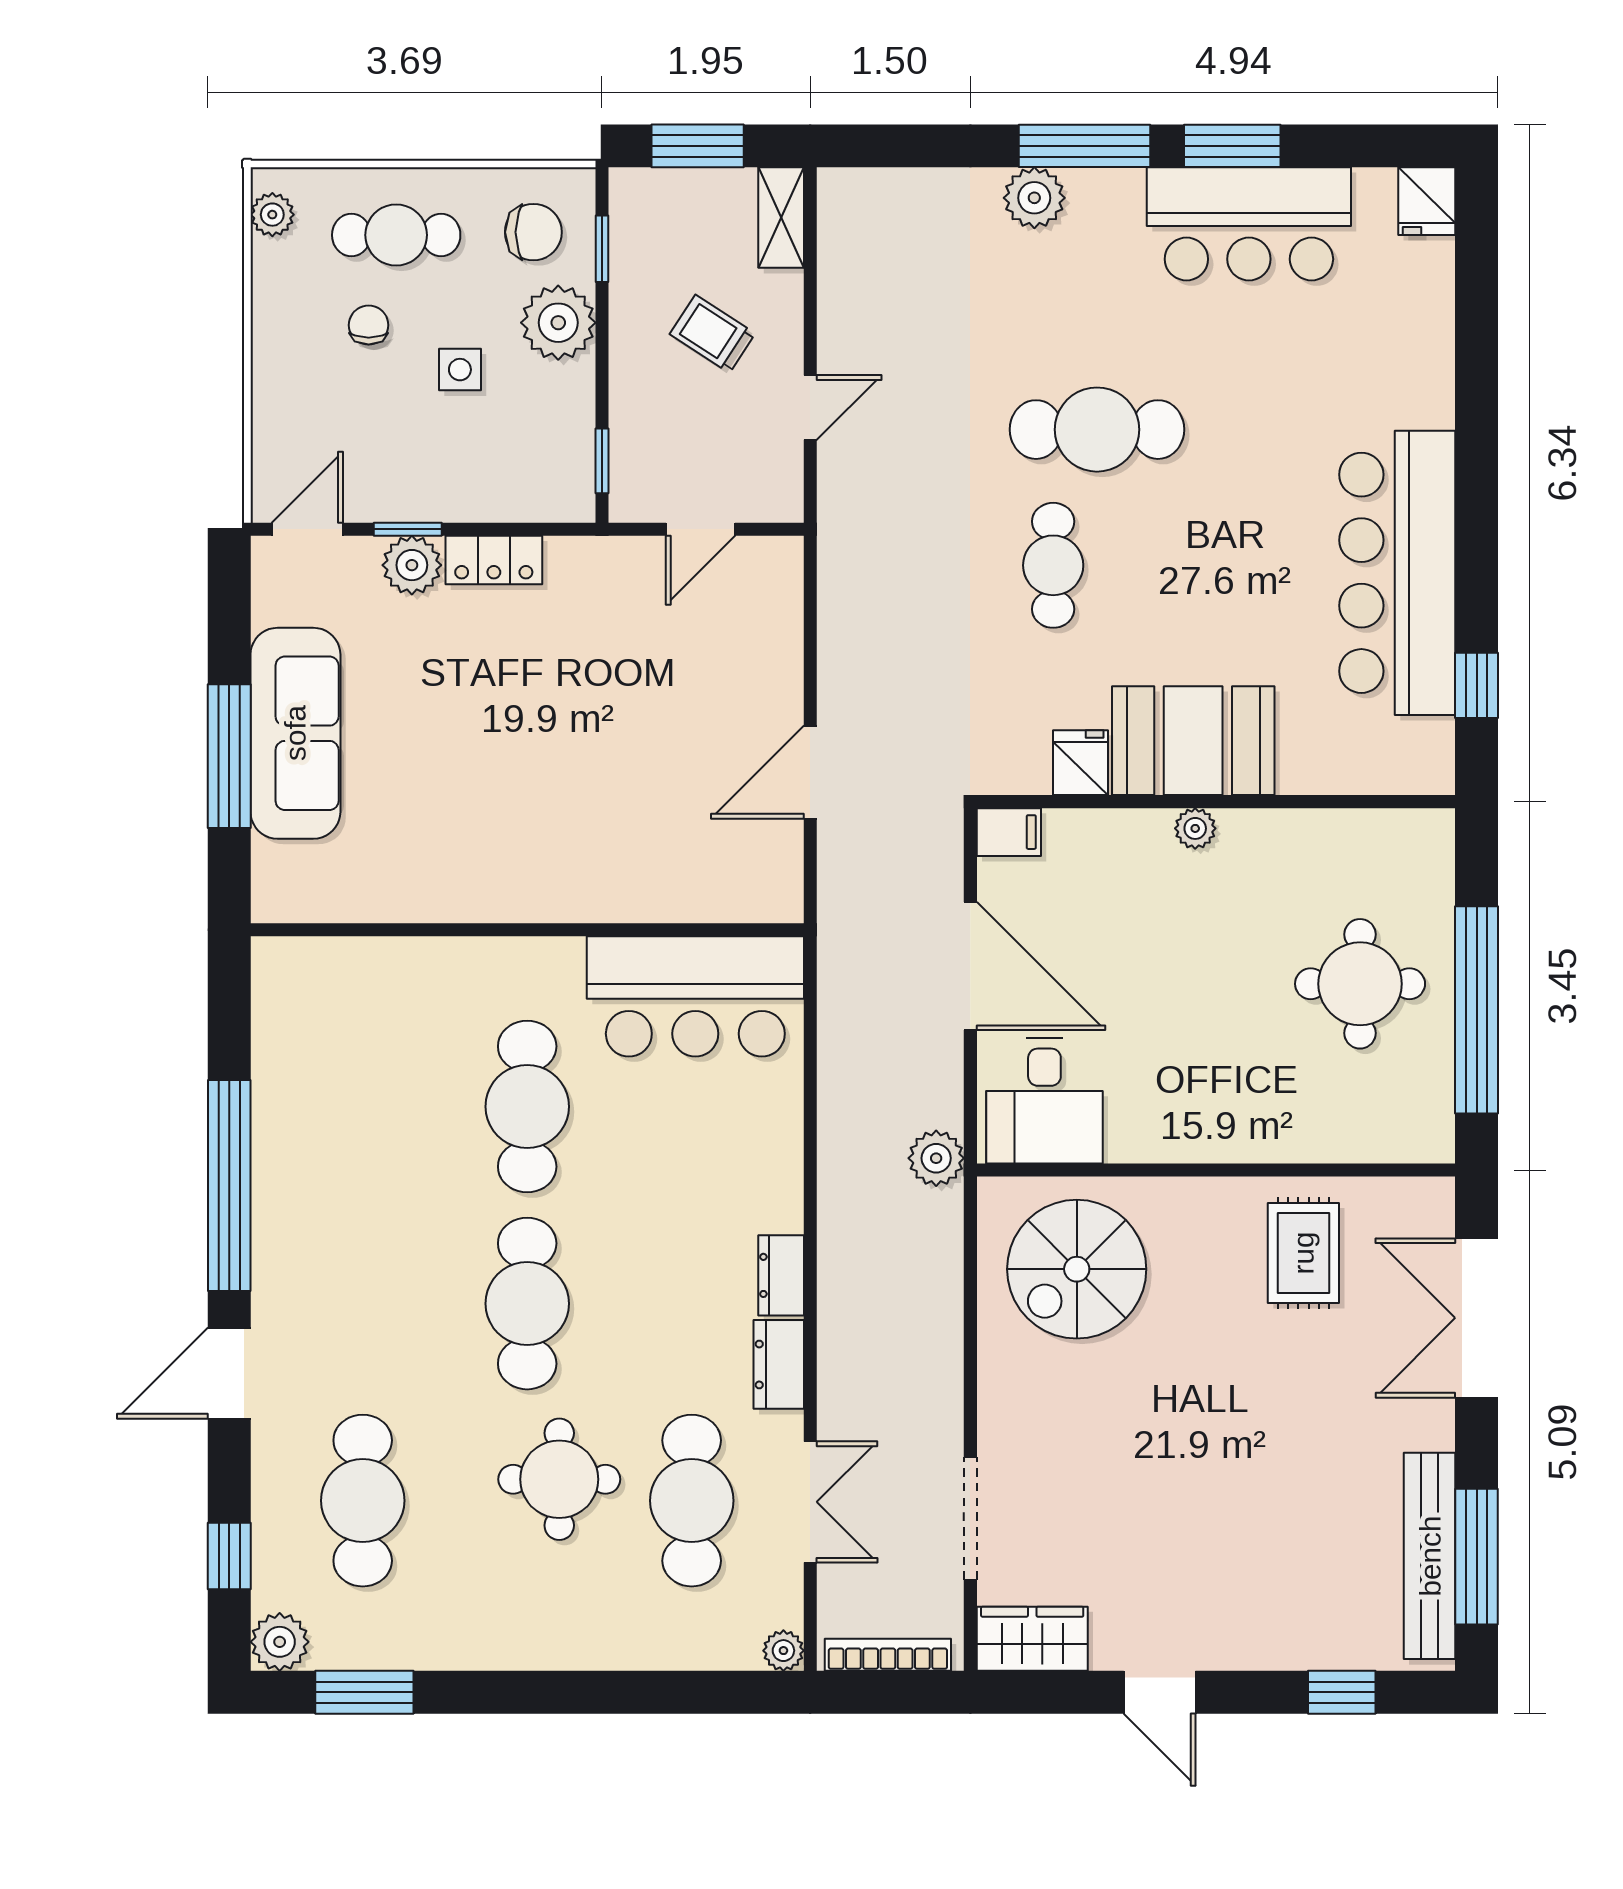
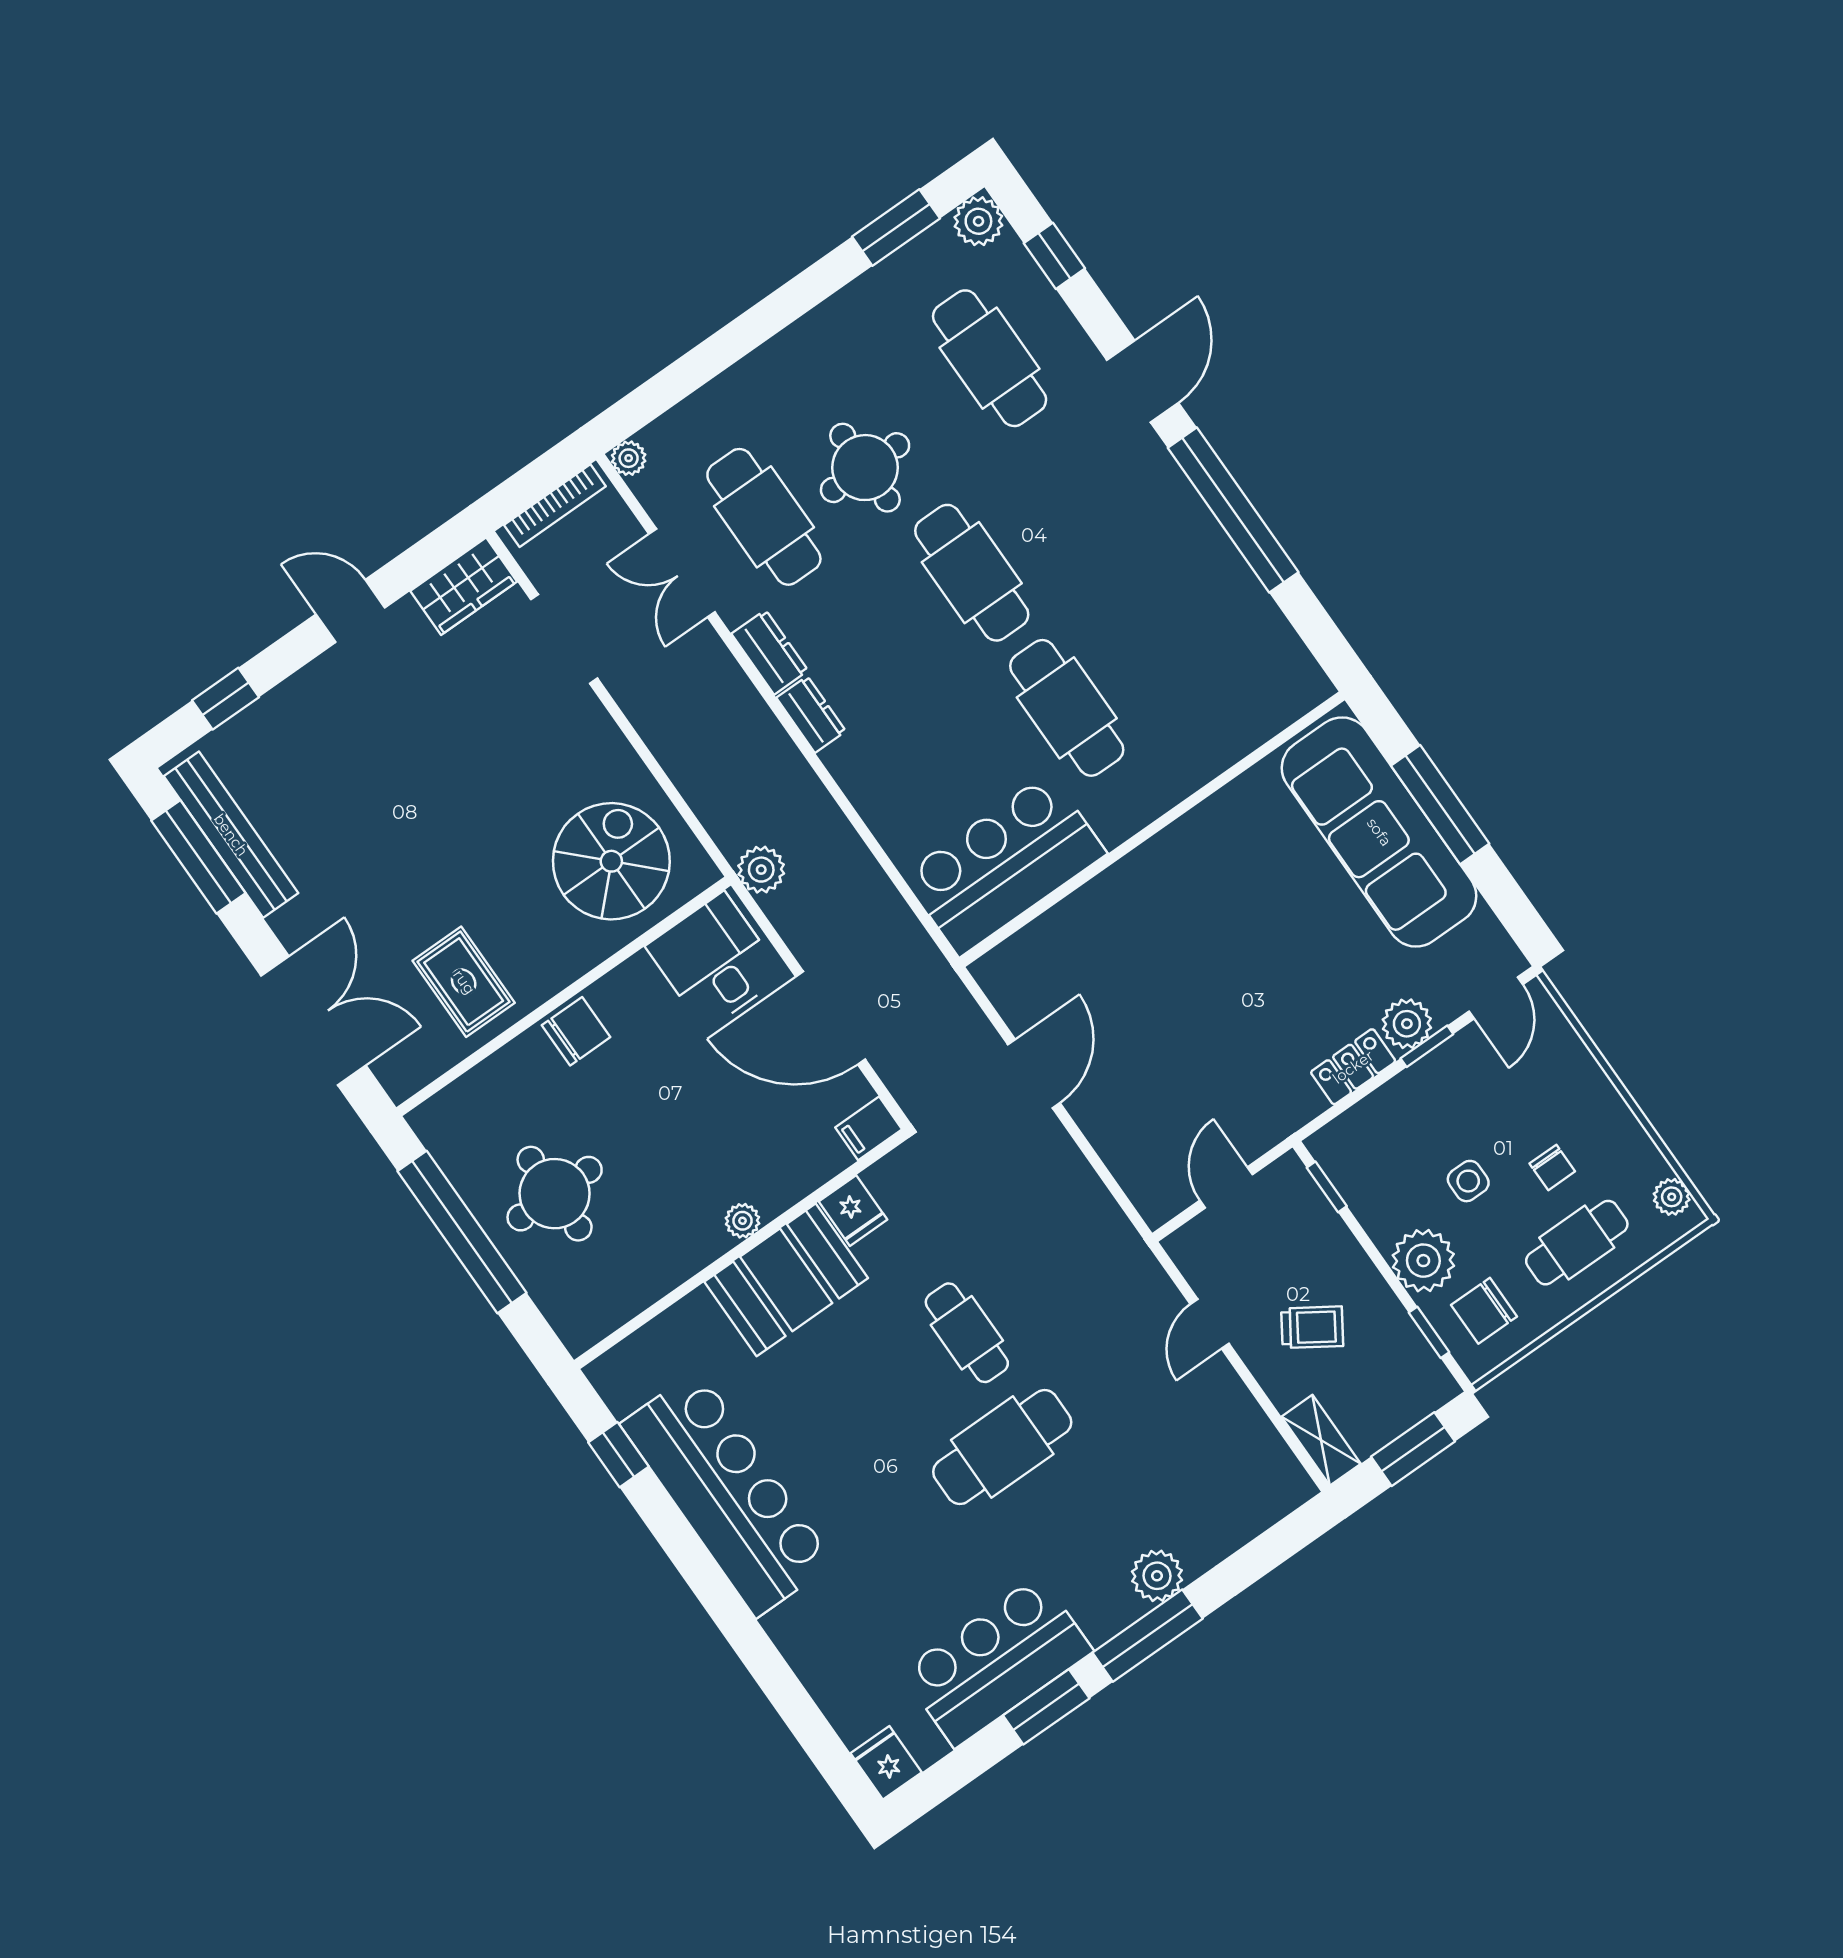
sofa: (295, 733) -> (1379, 832), width x1.36, depth x1.27
chair: (1228, 1127) -> (576, 1031), added

